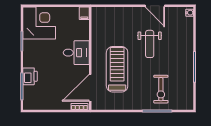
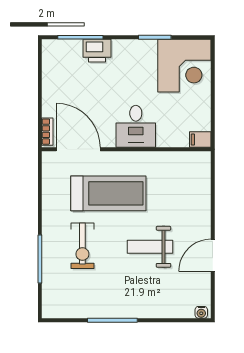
exercise bike: (161, 89) -> (82, 246), moved, turned -90

